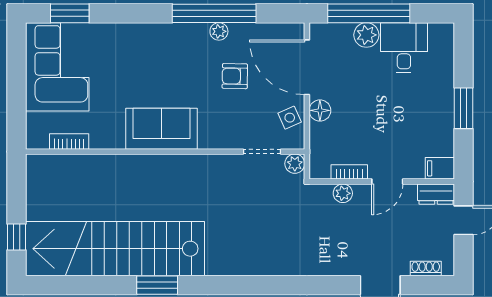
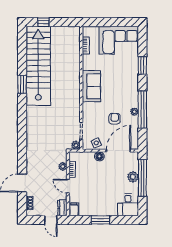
window: (70, 13) -> (142, 65), moved
desk: (404, 48) -> (128, 205), moved, turned 90

